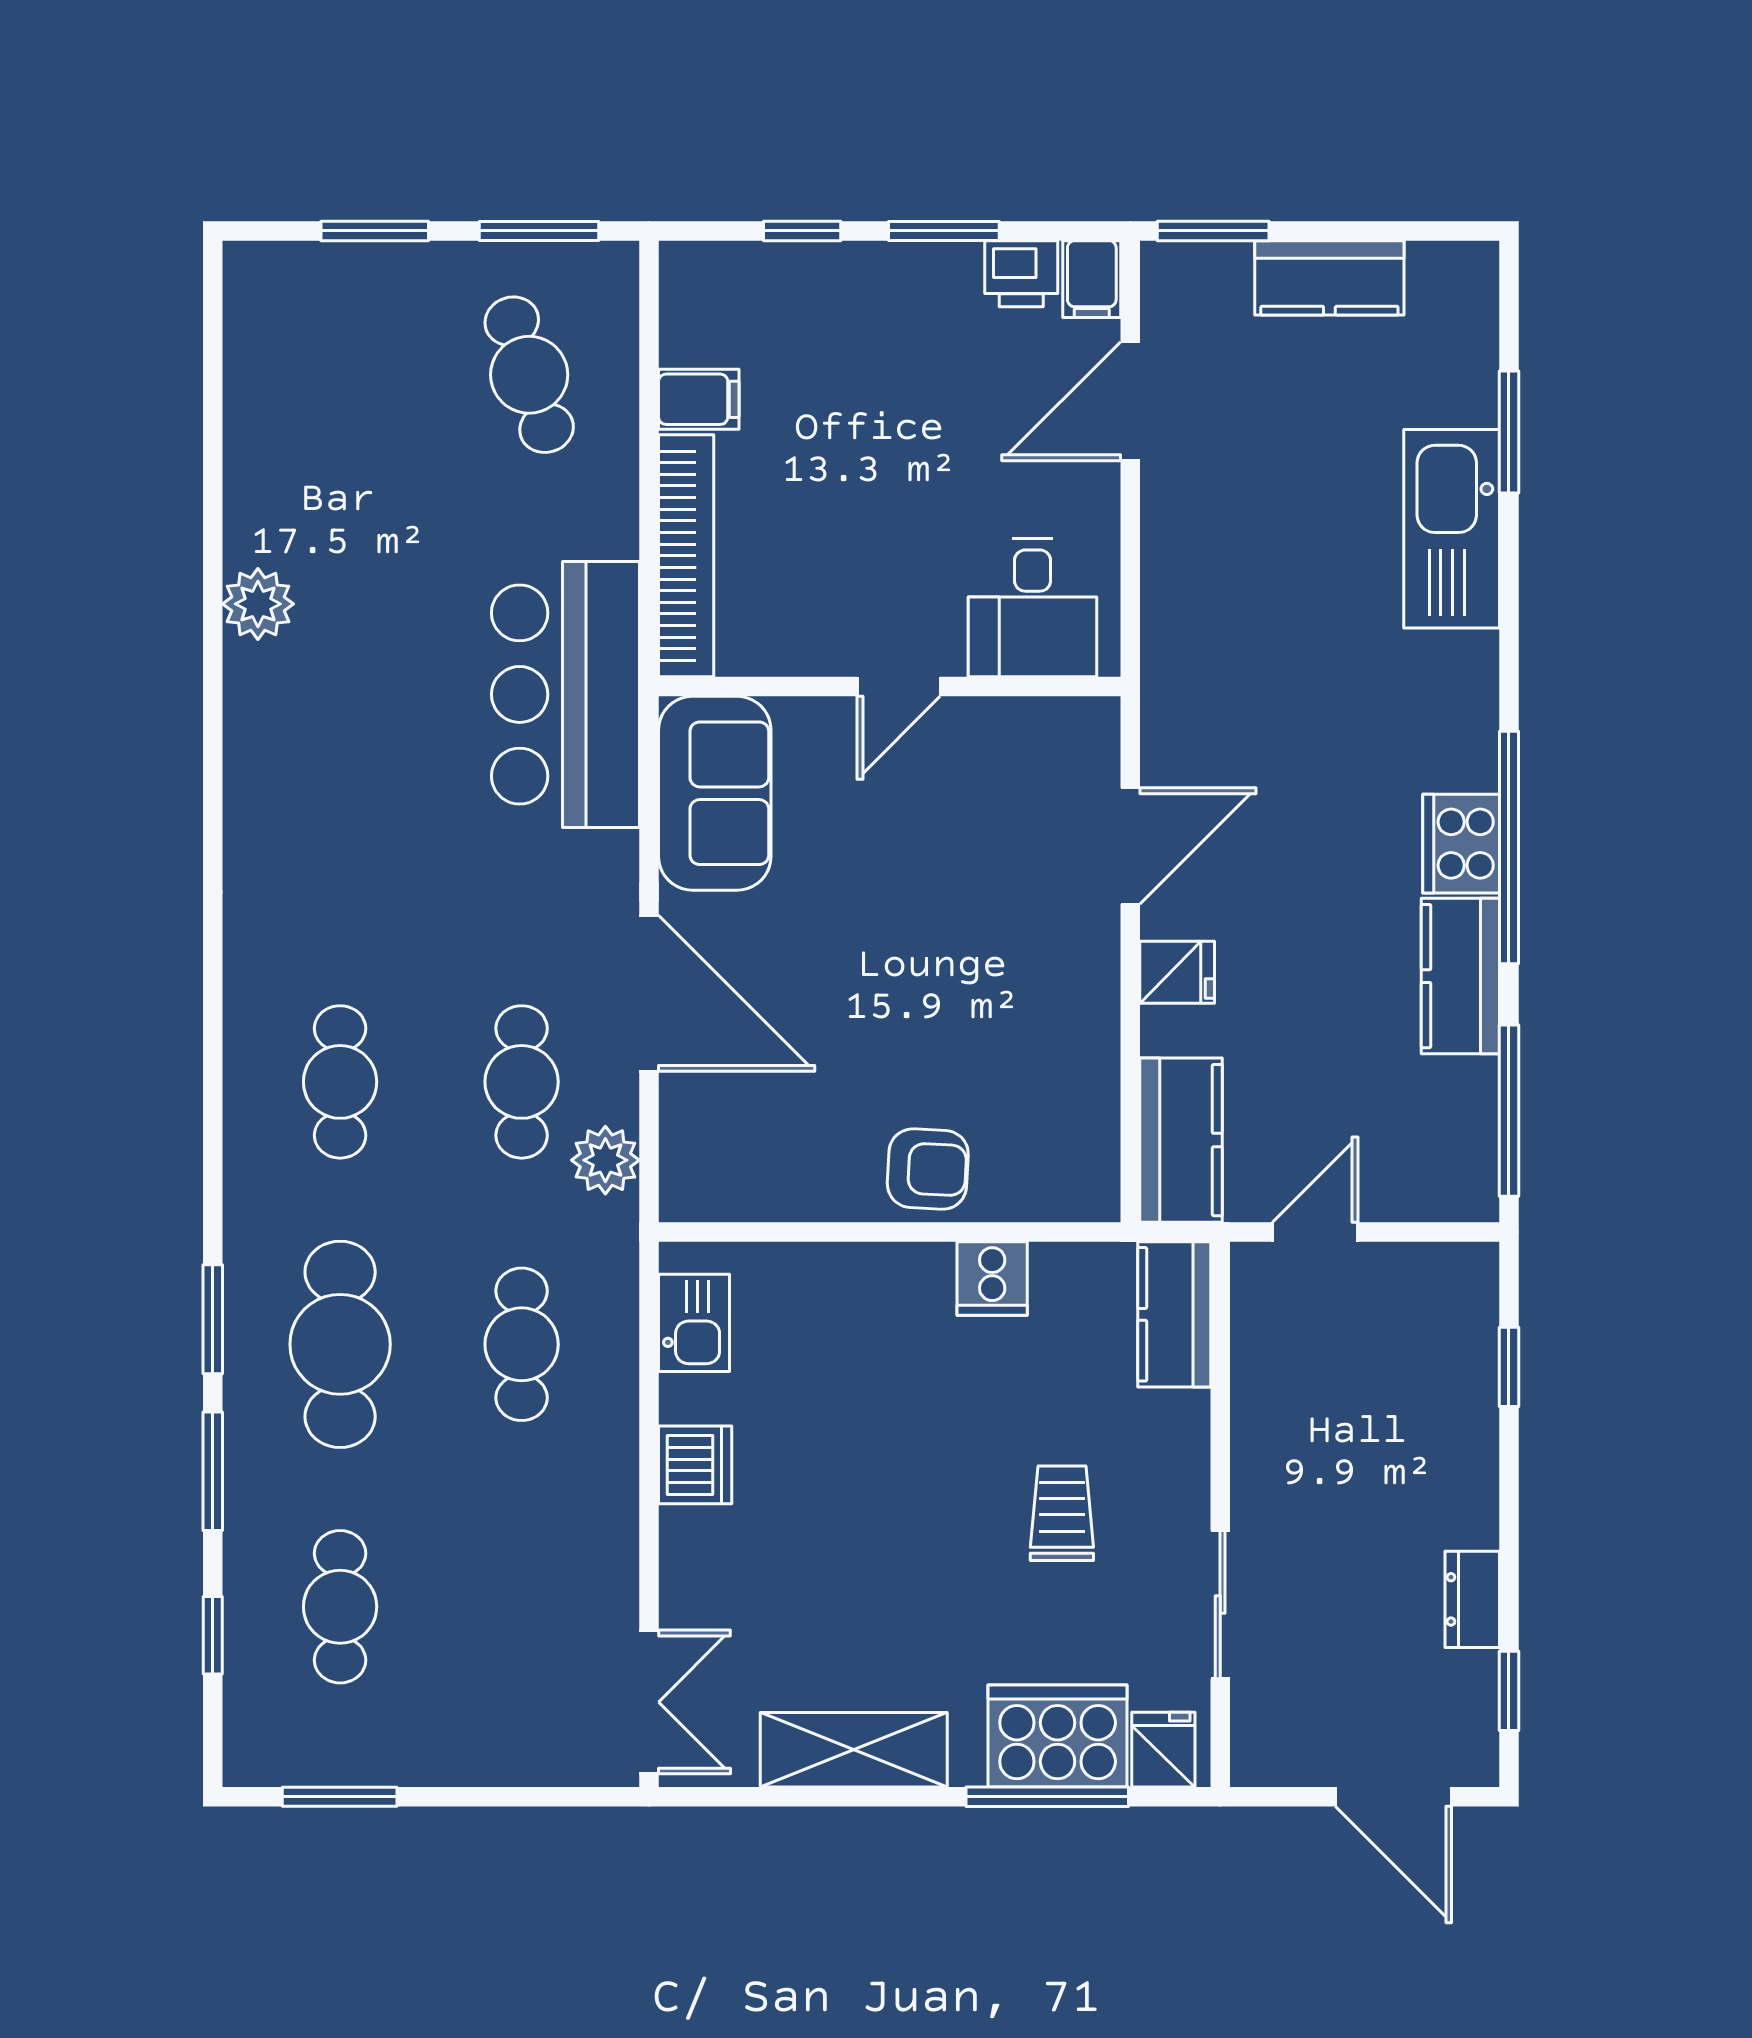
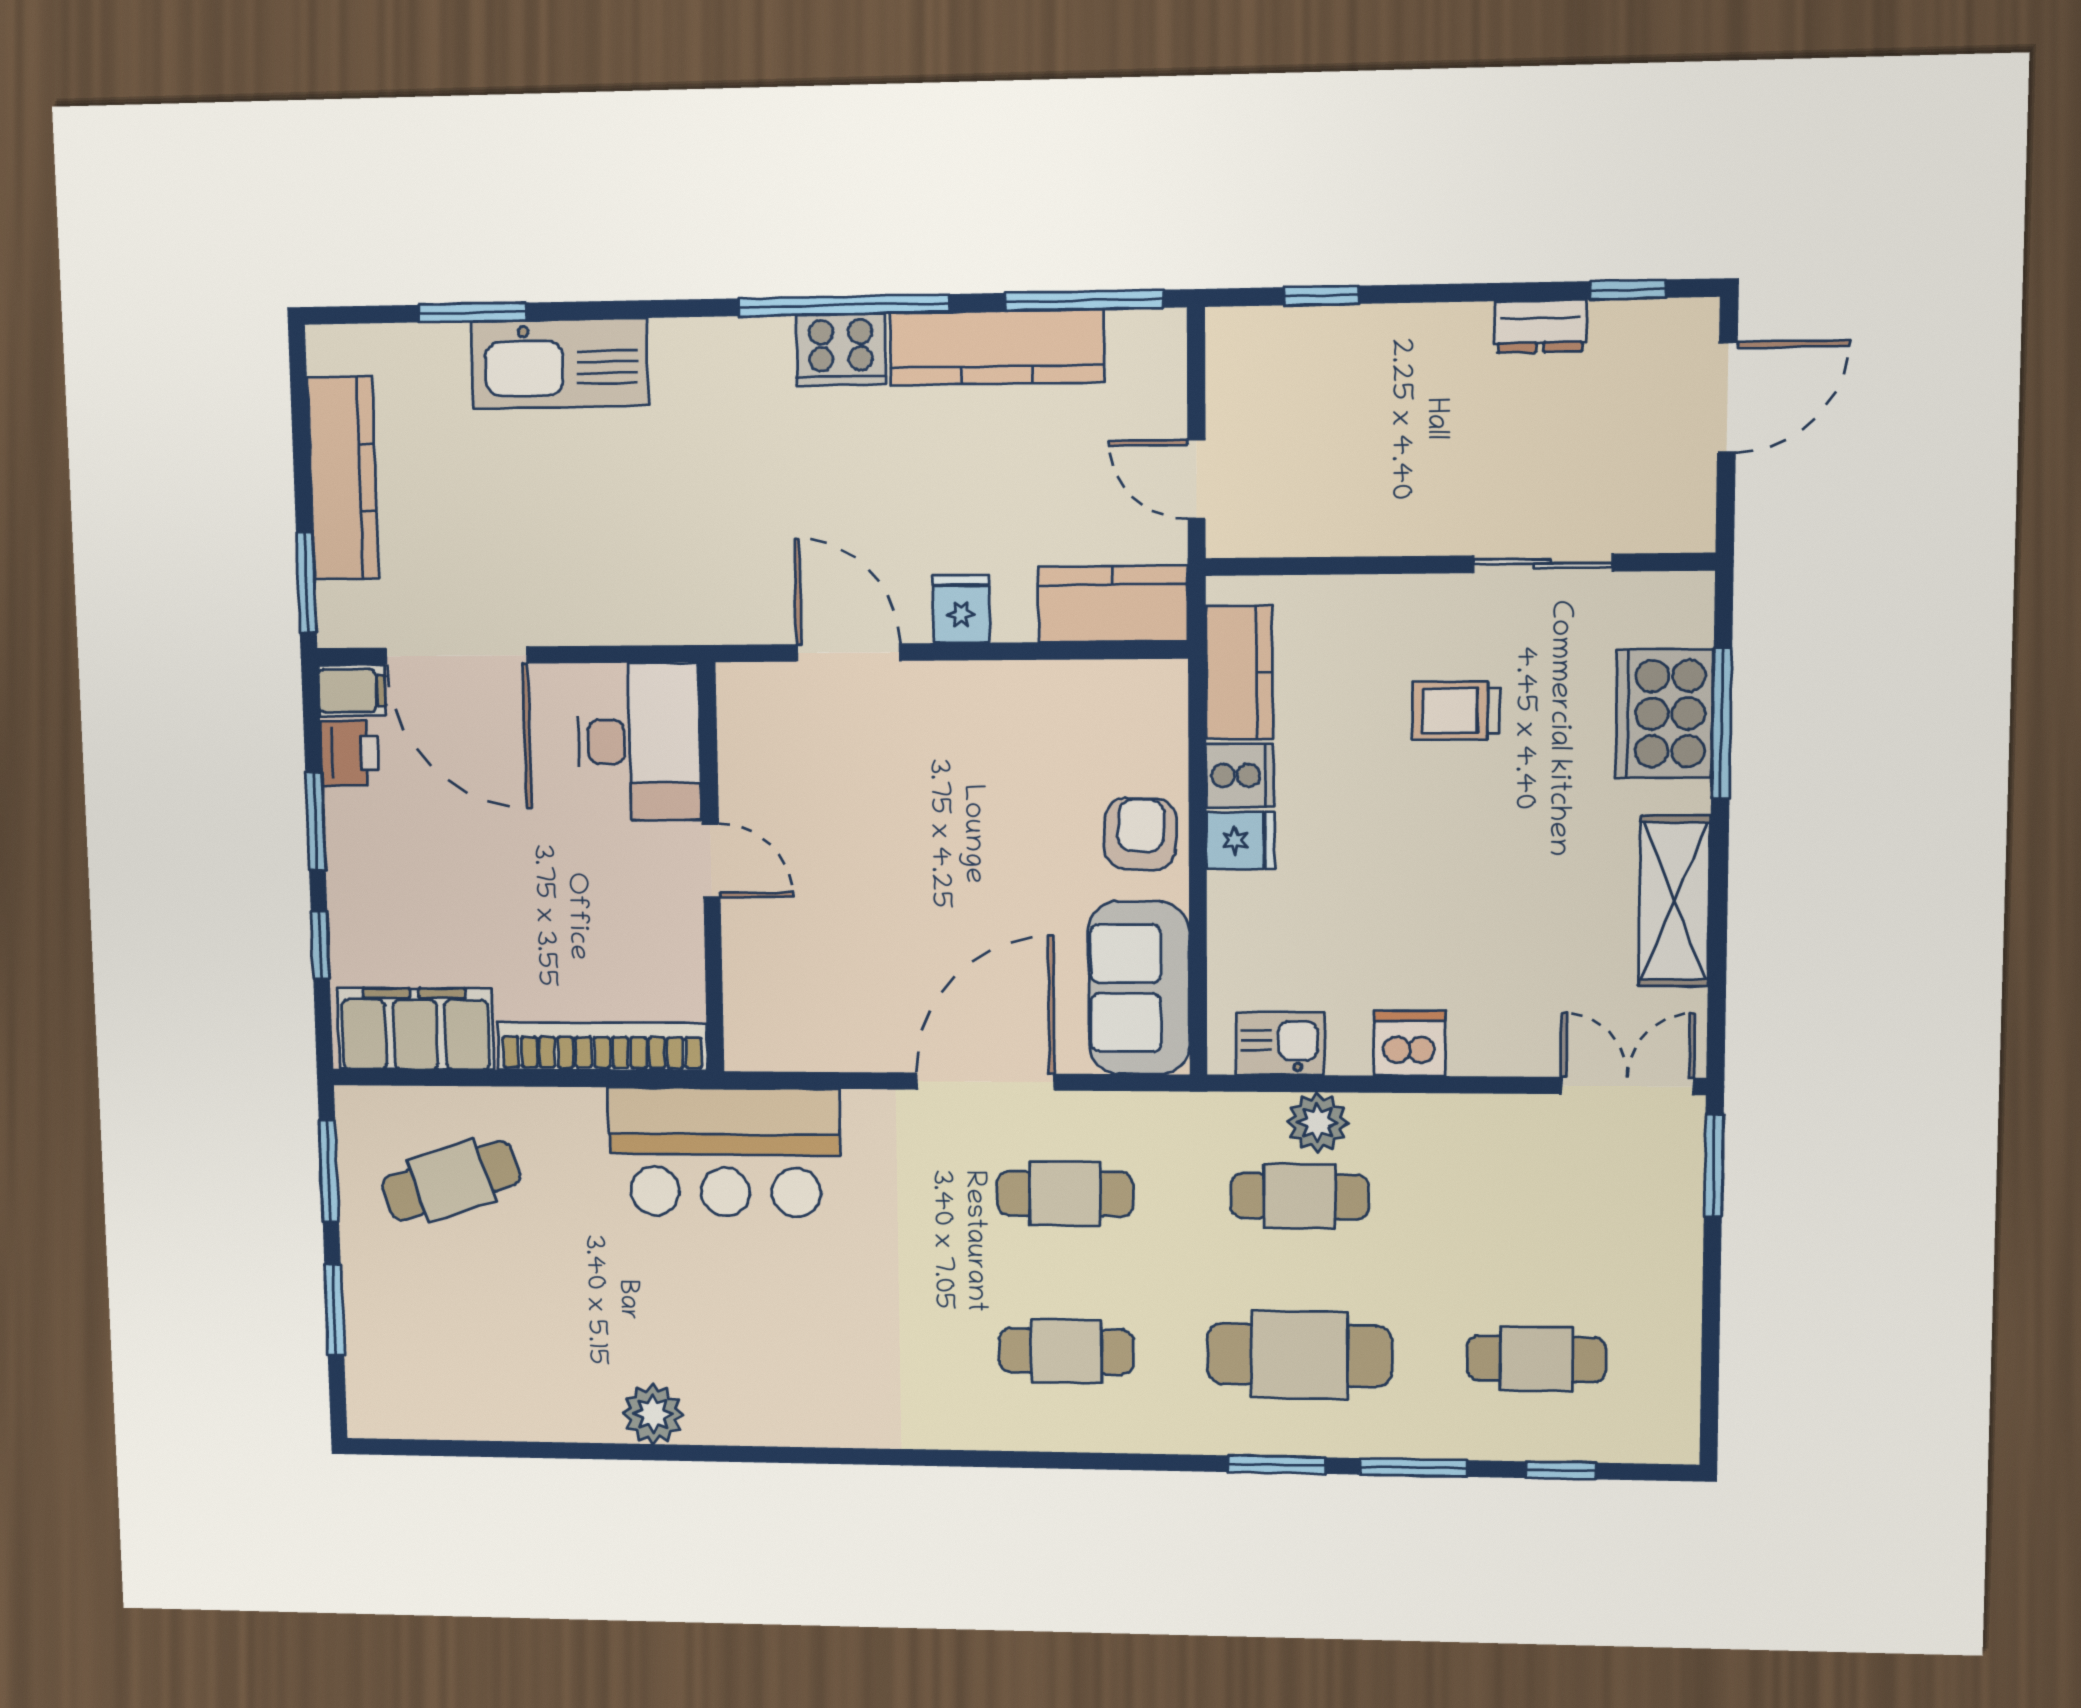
kitchen counter: (1329, 278) -> (343, 478), width x1.50
filing cabinet: (699, 399) -> (415, 1029), width x3.00, depth x1.17
door: (1130, 401) -> (456, 656), width x1.36
desk: (1033, 608) -> (639, 742), width x1.37
sofa: (715, 793) -> (1139, 988), moved, turned -90
kitchen counter: (1460, 976) -> (997, 347), width x1.50
plant: (605, 1160) -> (1317, 1123), moved
kitchen counter: (1174, 1314) -> (1239, 673), moved, turned -90
fridge: (1163, 1750) -> (1241, 840), moved, turned 180
window: (340, 1797) -> (1714, 1165), moved

